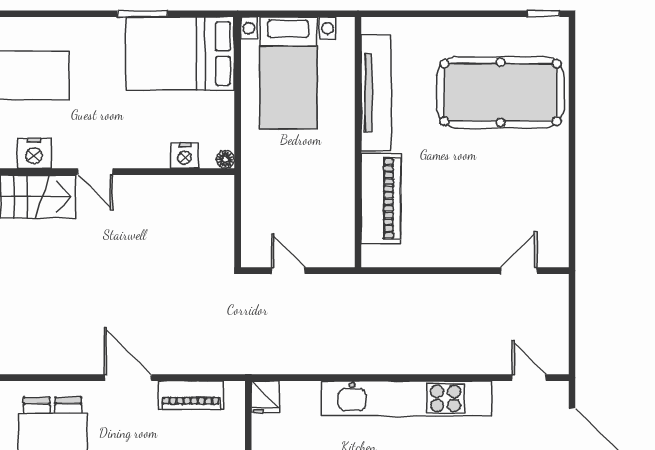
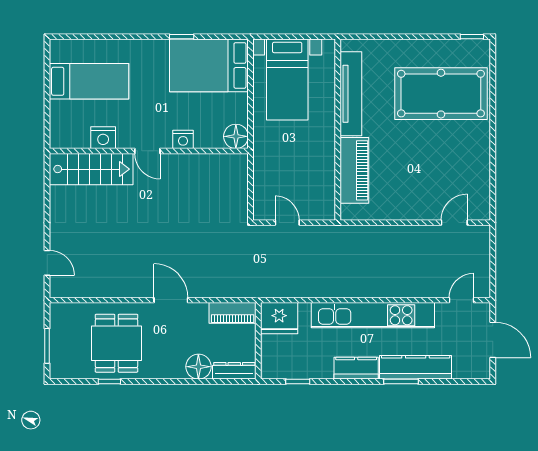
window: (142, 14) -> (182, 37), width x0.67
nightstand: (185, 156) -> (183, 139), moved
floor lamp: (225, 159) -> (236, 136), width x1.89, depth x1.89
door: (529, 378) -> (462, 300), hinge flipped
piano: (191, 395) -> (233, 313), moved
fridge: (265, 397) -> (279, 318), width x1.88, depth x1.34

